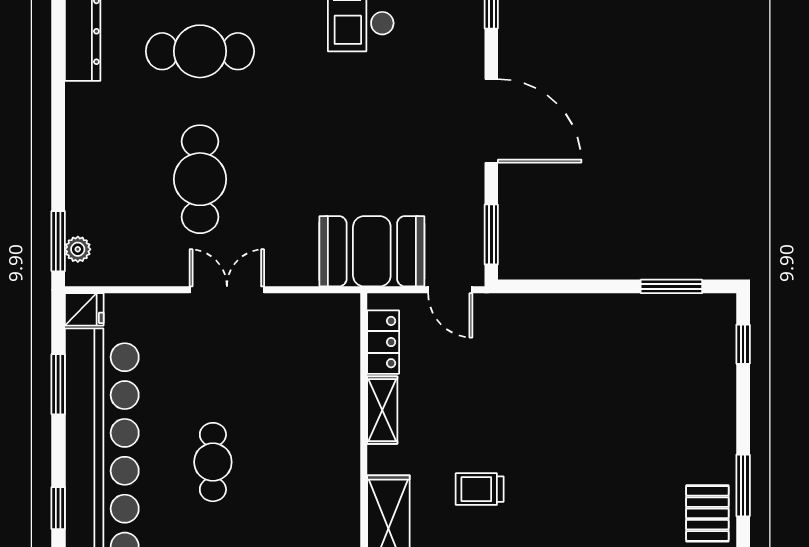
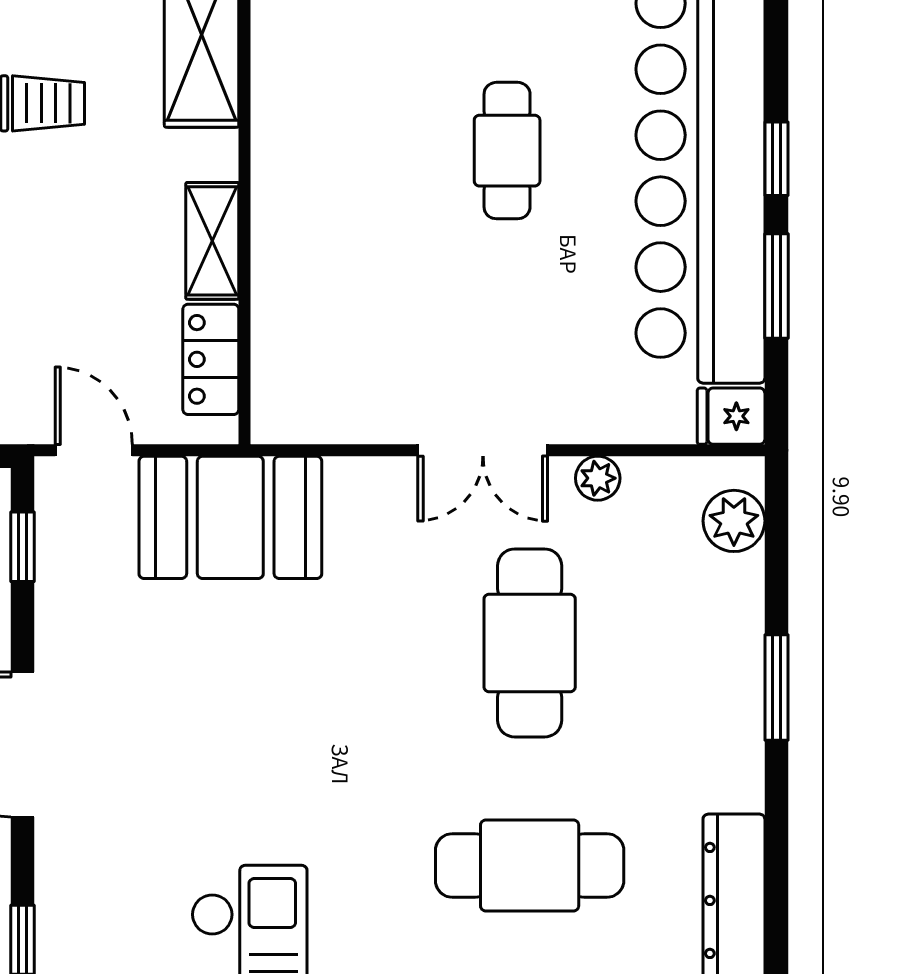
window: (491, 234) -> (22, 547), width x0.67
window: (58, 241) -> (776, 688), moved
plant: (78, 249) -> (734, 521), width x1.38, depth x1.38
plant: (161, 274) -> (598, 478), added
window: (58, 508) -> (776, 159), moved

